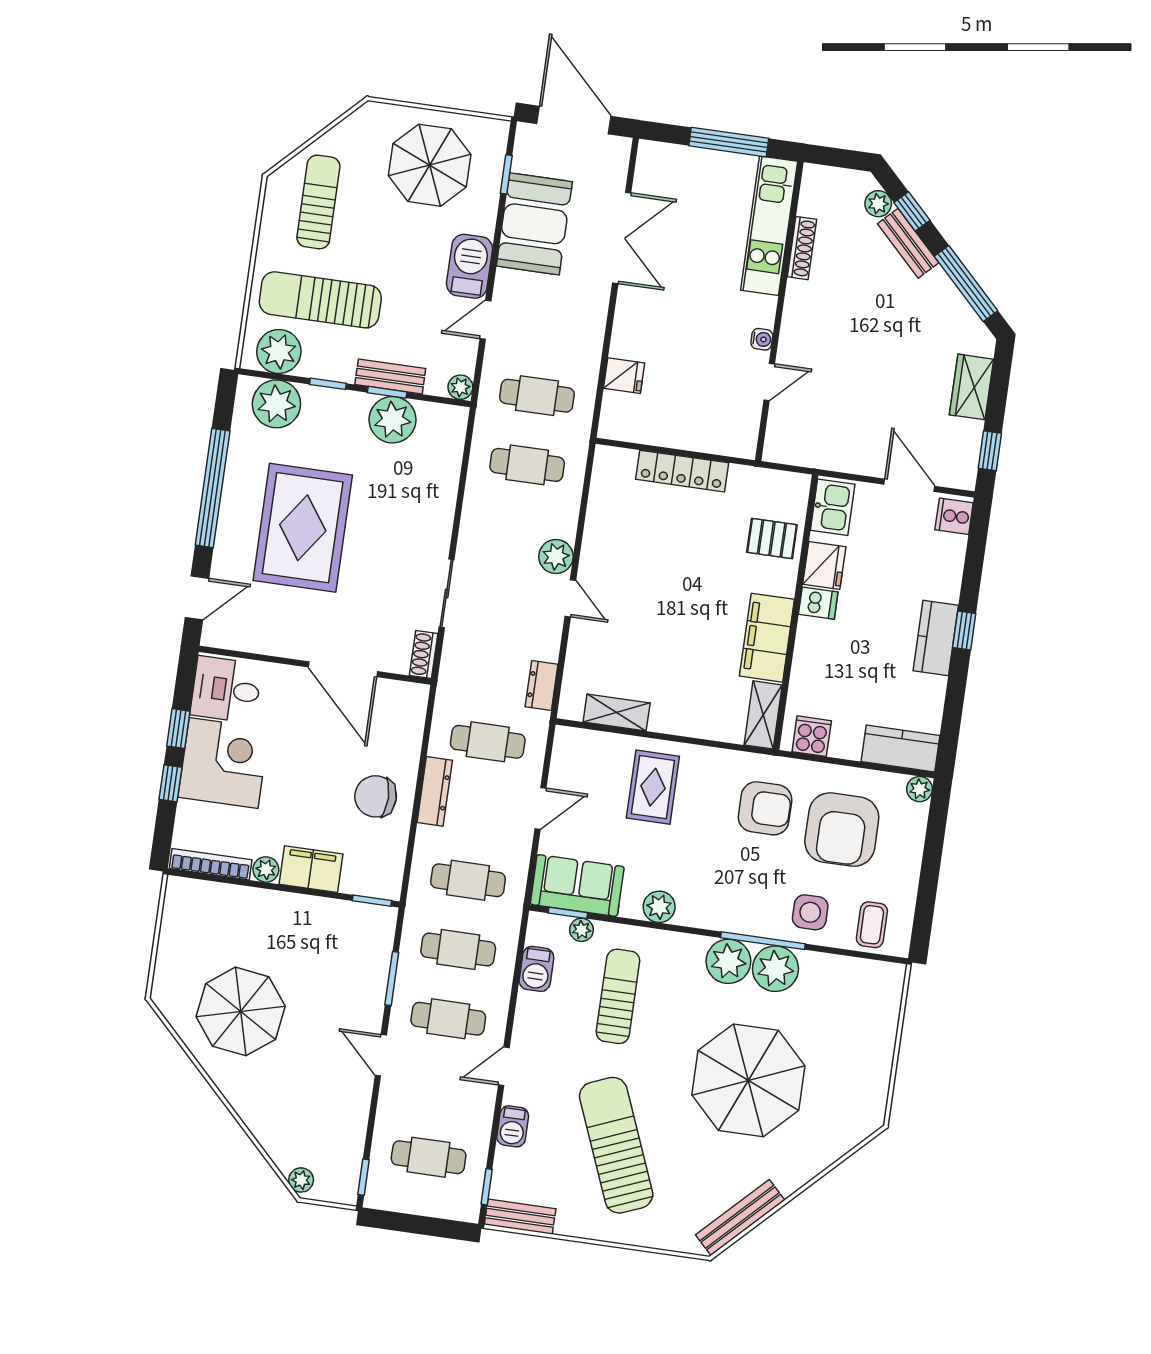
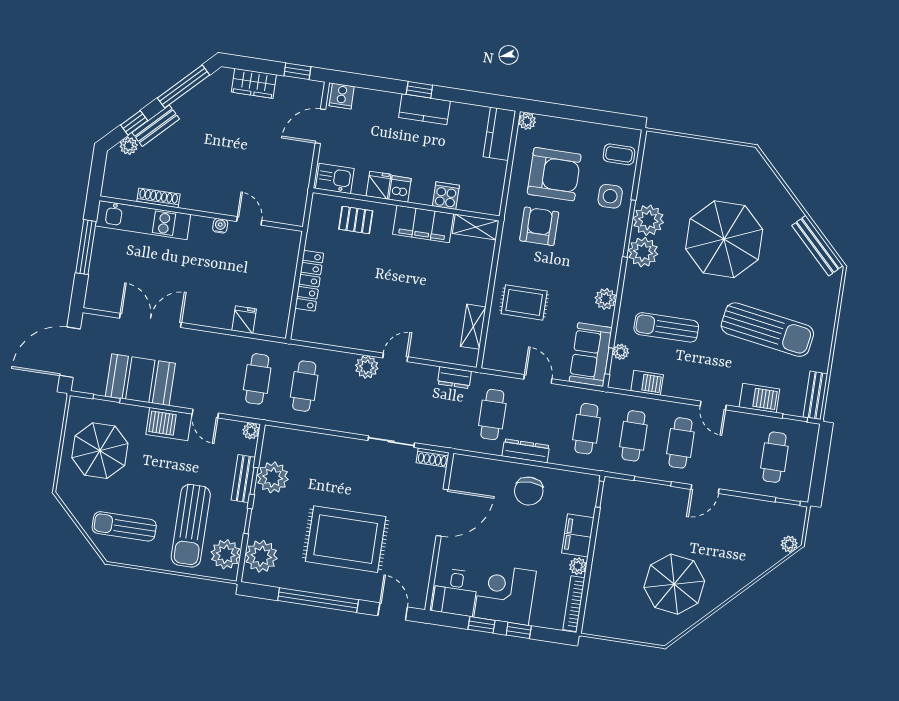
pallet: (772, 539) -> (356, 220), turned 90
fridge: (824, 566) -> (379, 185), width x0.72
cooker: (812, 736) -> (446, 196), moved, turned 90
barbecue: (513, 1126) -> (759, 398), width x1.38, depth x1.27
sun lounger: (616, 1145) -> (767, 330), turned -149

